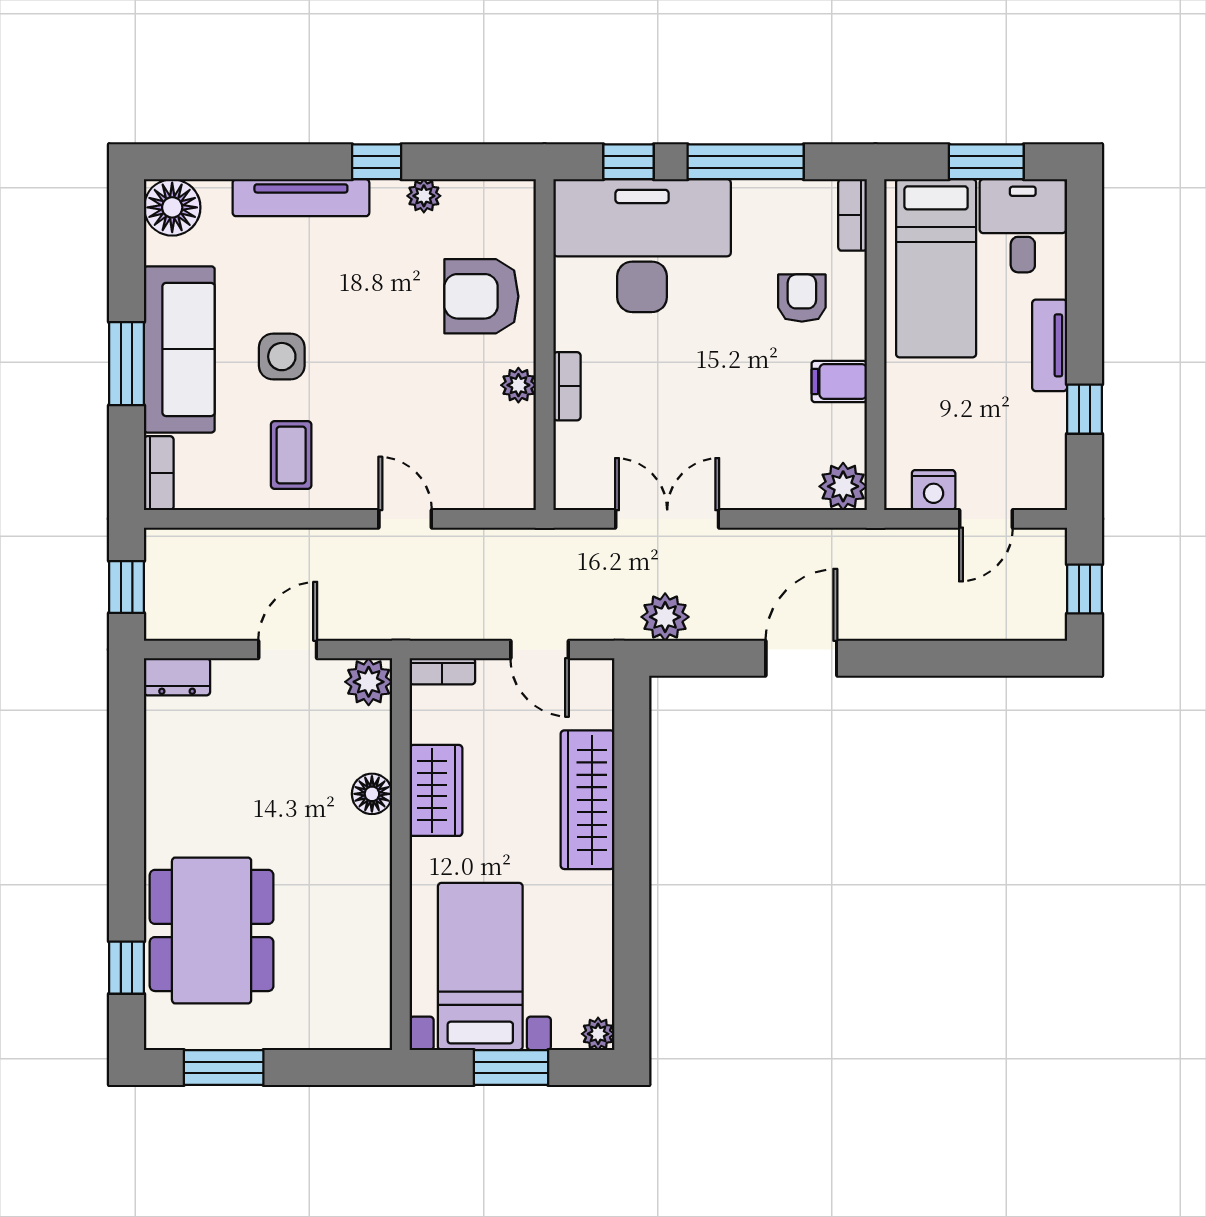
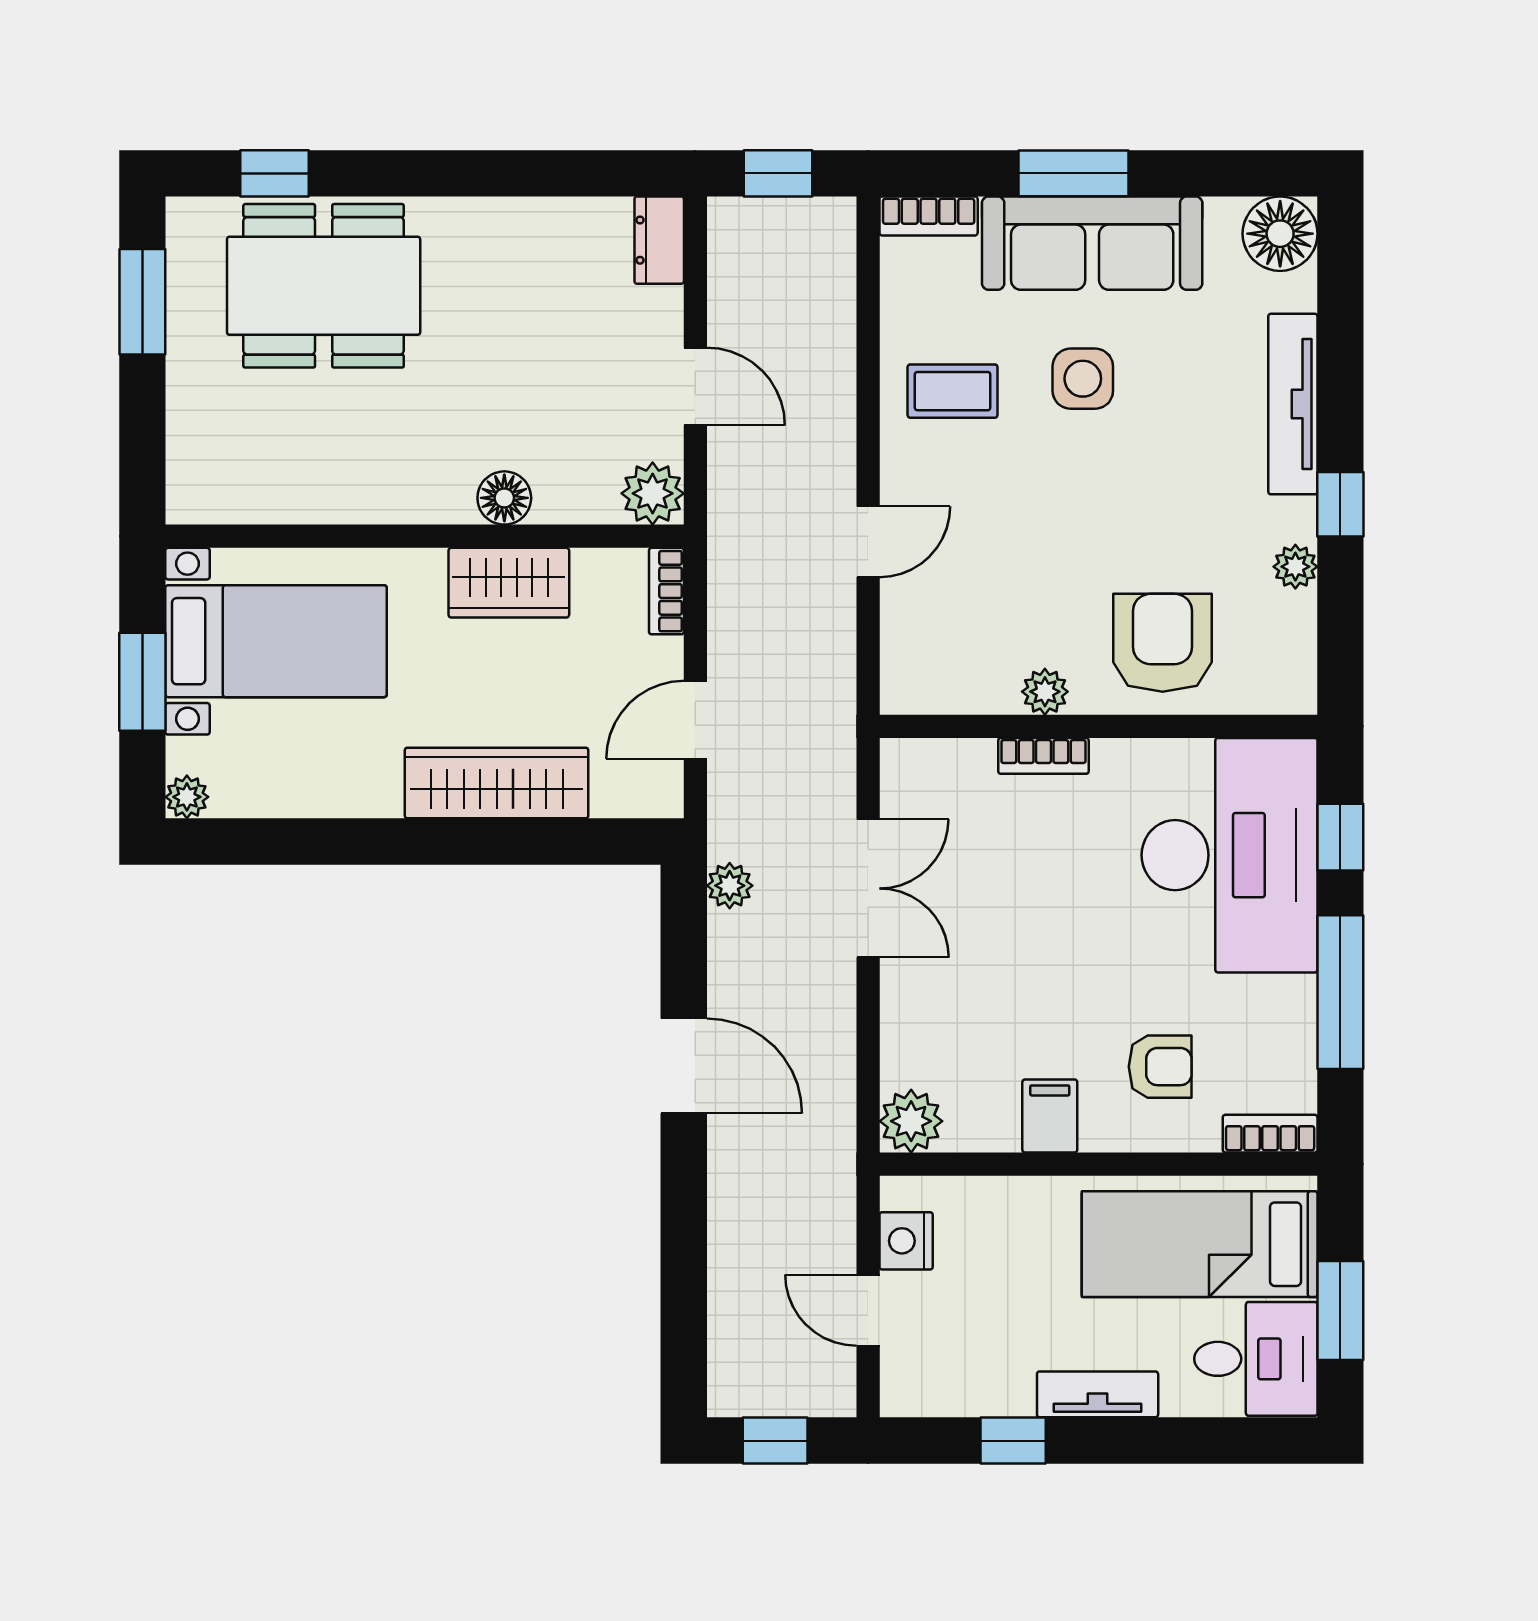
plant: (665, 617) -> (730, 886), width x0.73, depth x0.73

